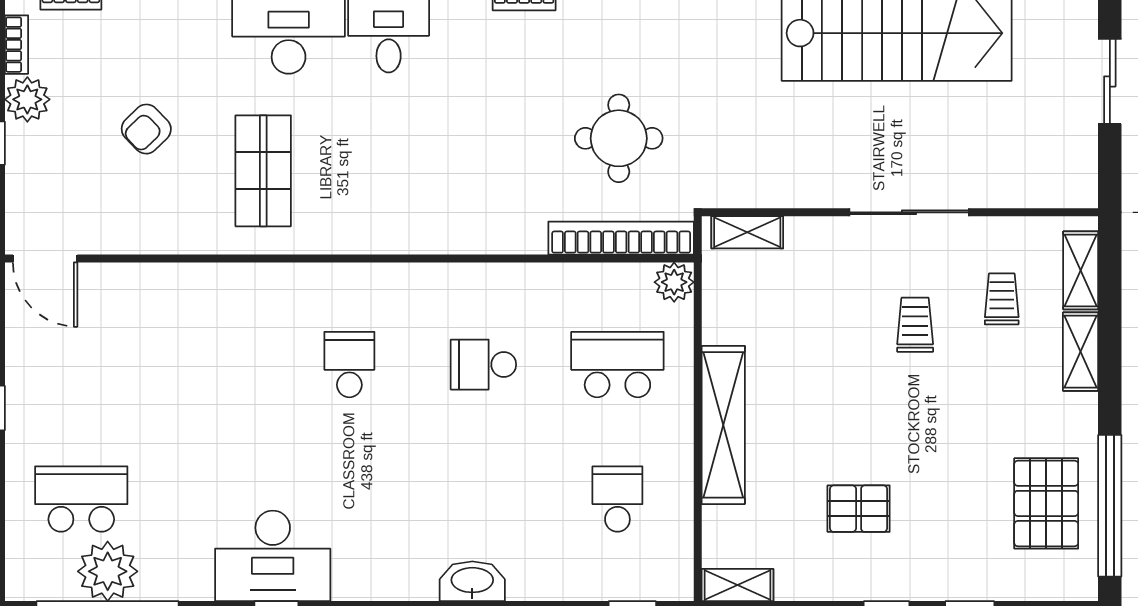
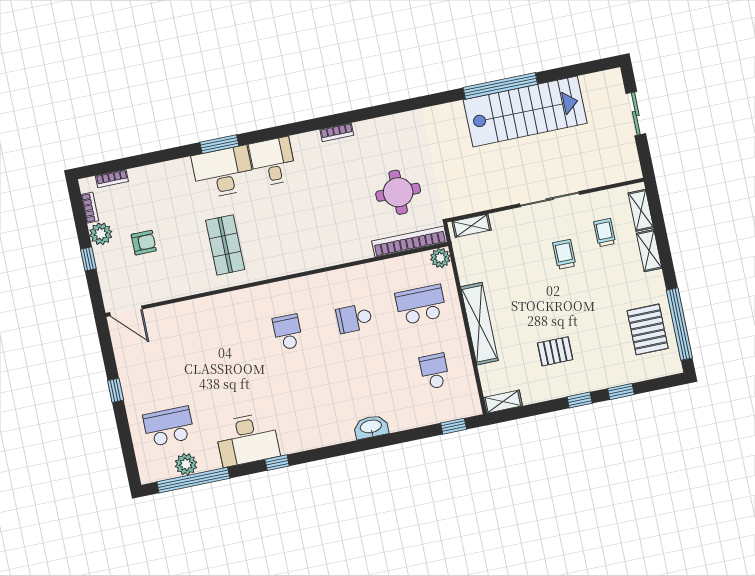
armchair: (146, 129) -> (144, 243), moved, turned -136
desk: (273, 556) -> (247, 439), moved
plant: (108, 571) -> (186, 464), width x0.73, depth x0.73

